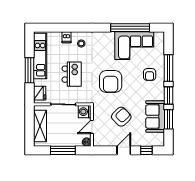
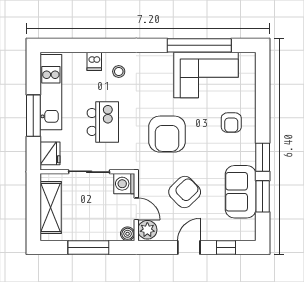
window: (169, 68) -> (263, 112), removed
door: (92, 127) -> (136, 209), swing flipped
plant: (99, 140) -> (147, 230), added

